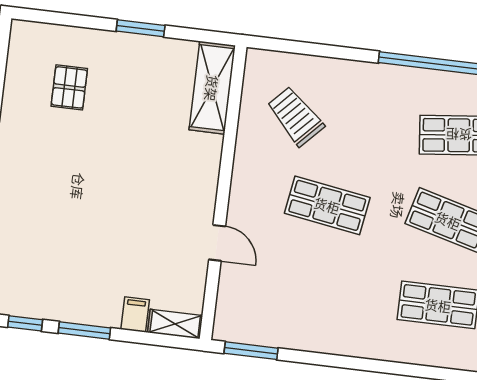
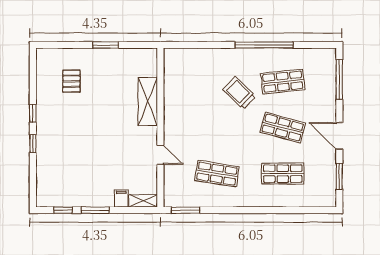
shelving: (212, 88) -> (148, 102), moved
trolley: (296, 116) -> (239, 93), moved
shop shelf: (327, 205) -> (217, 174), moved

